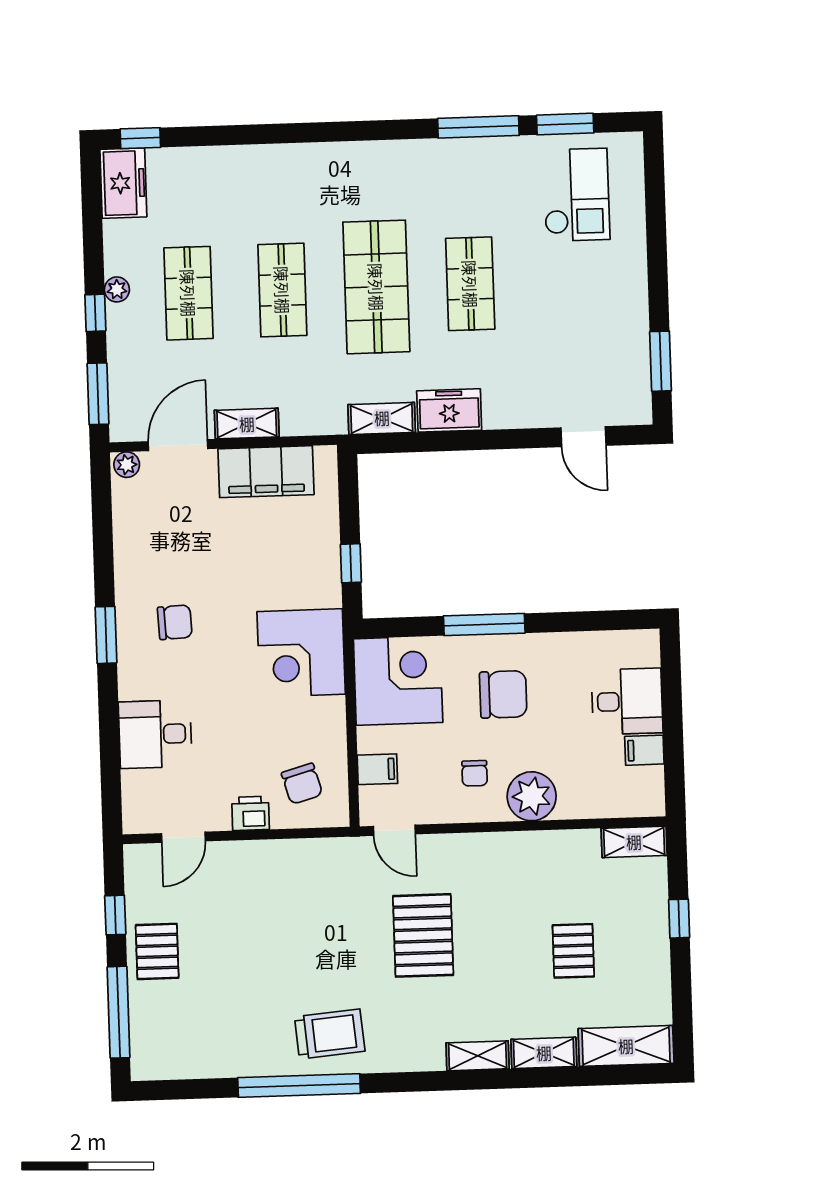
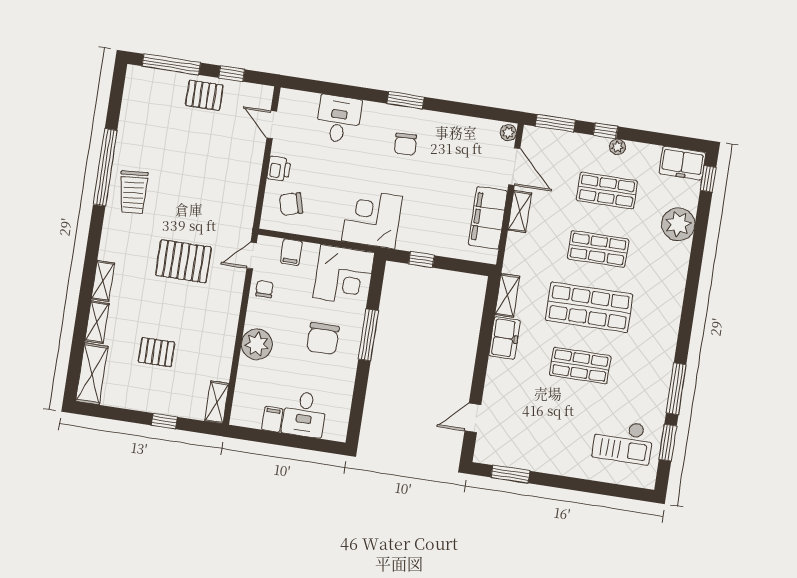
plant: (220, 172) -> (678, 224), added
chair: (475, 773) -> (264, 289), moved, turned 90

